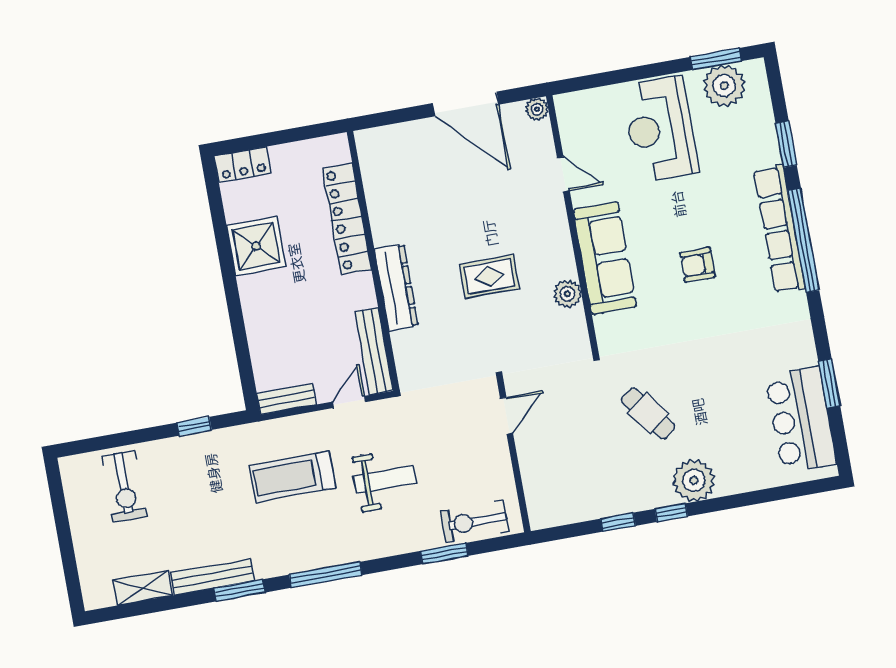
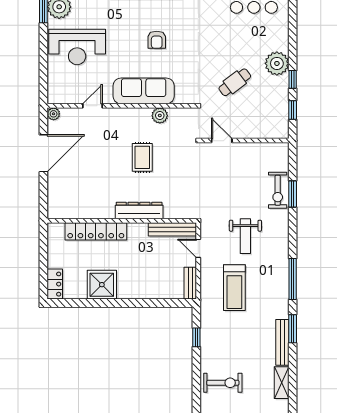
door: (507, 416) -> (222, 141), moved
wall: (514, 455) -> (244, 141), moved
weight bench: (385, 480) -> (245, 236), turned 180
window: (444, 553) -> (293, 194), moved

